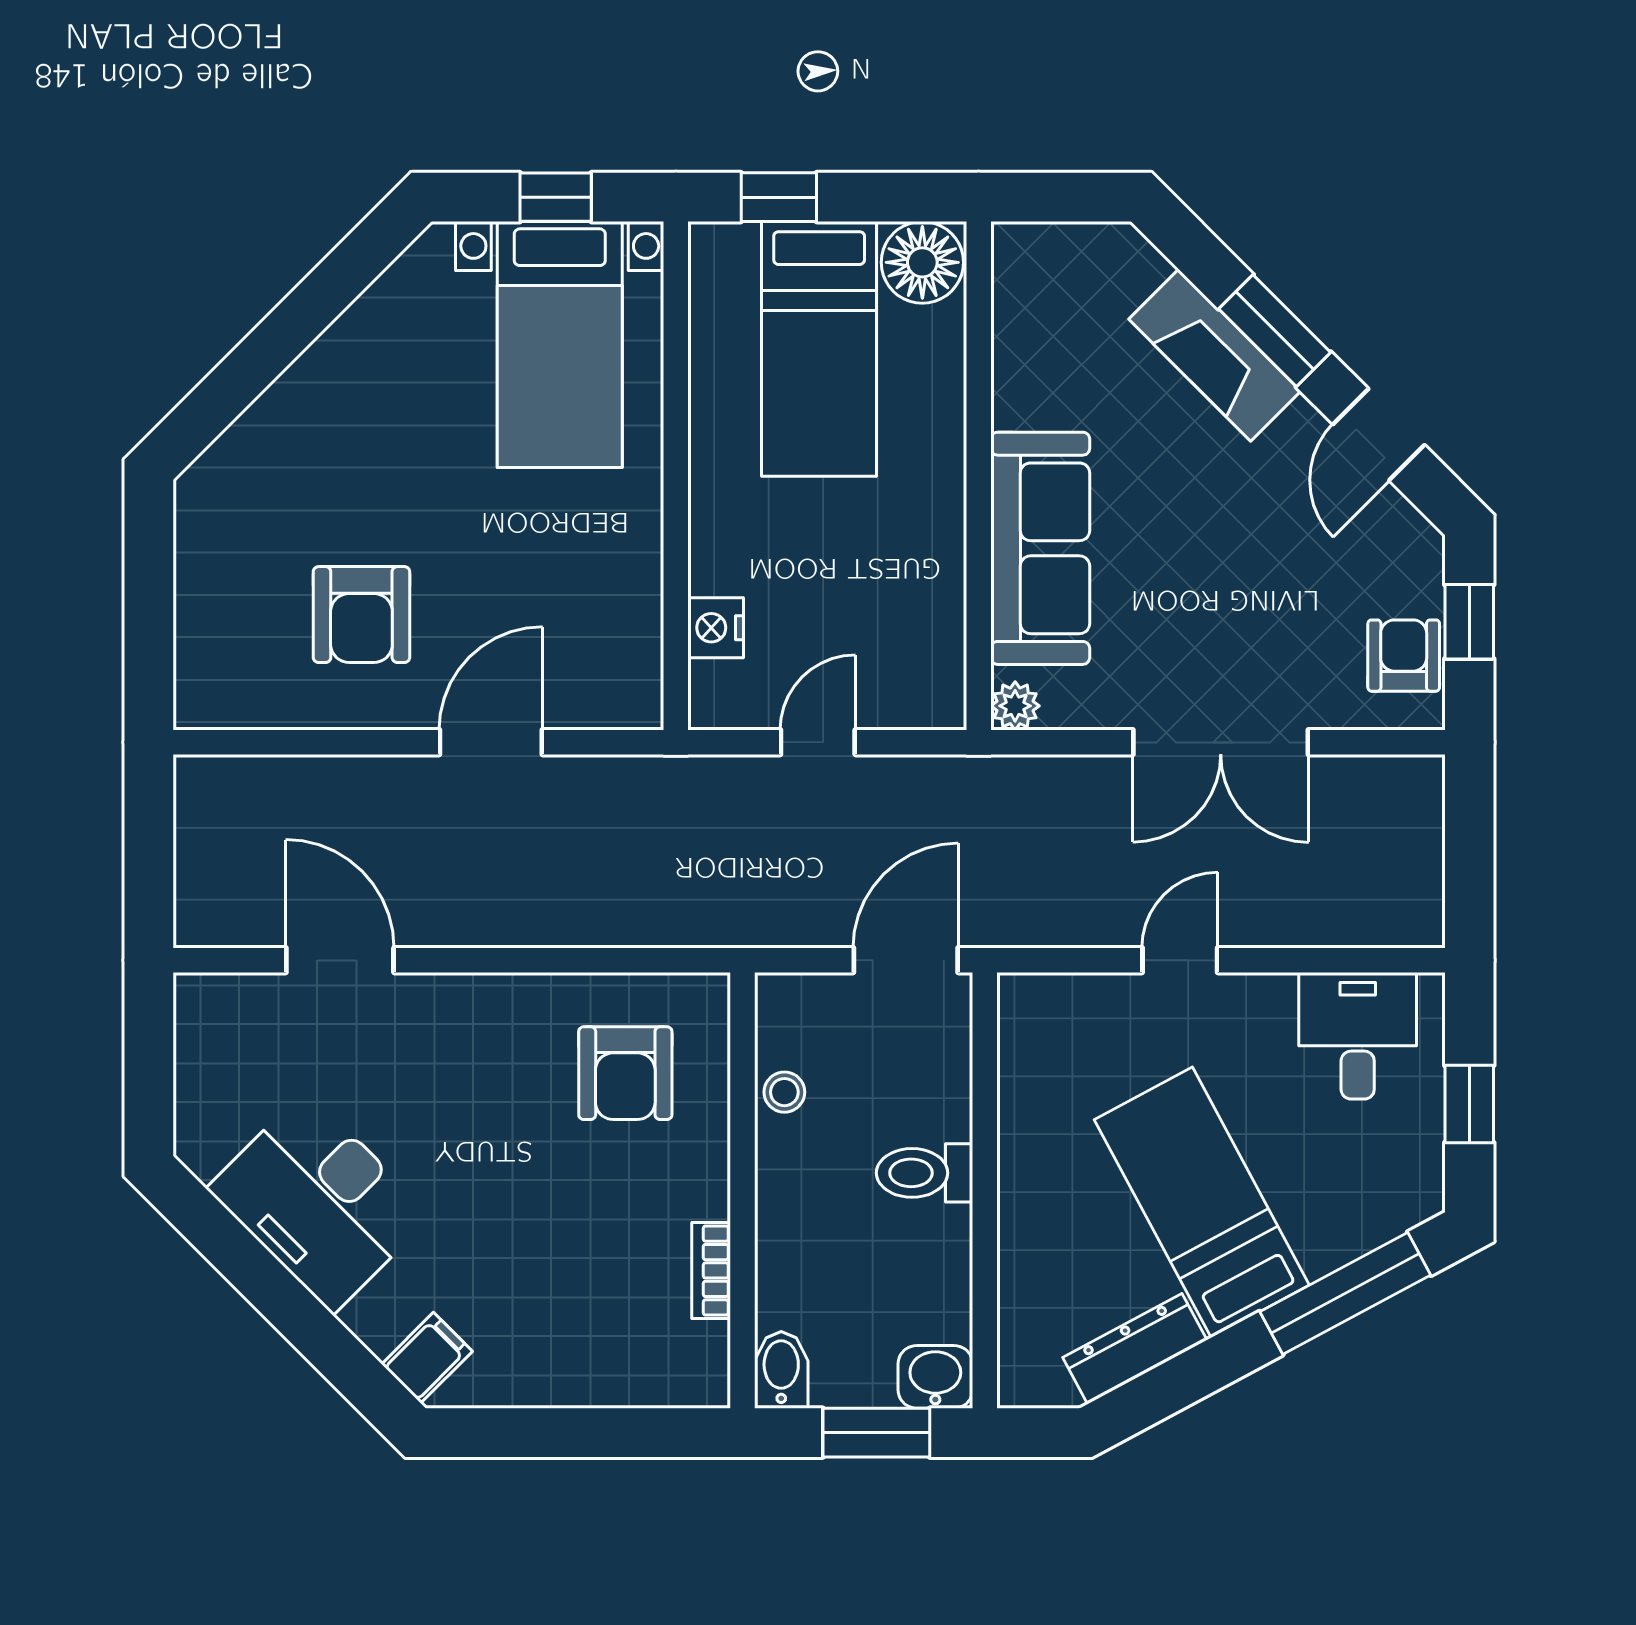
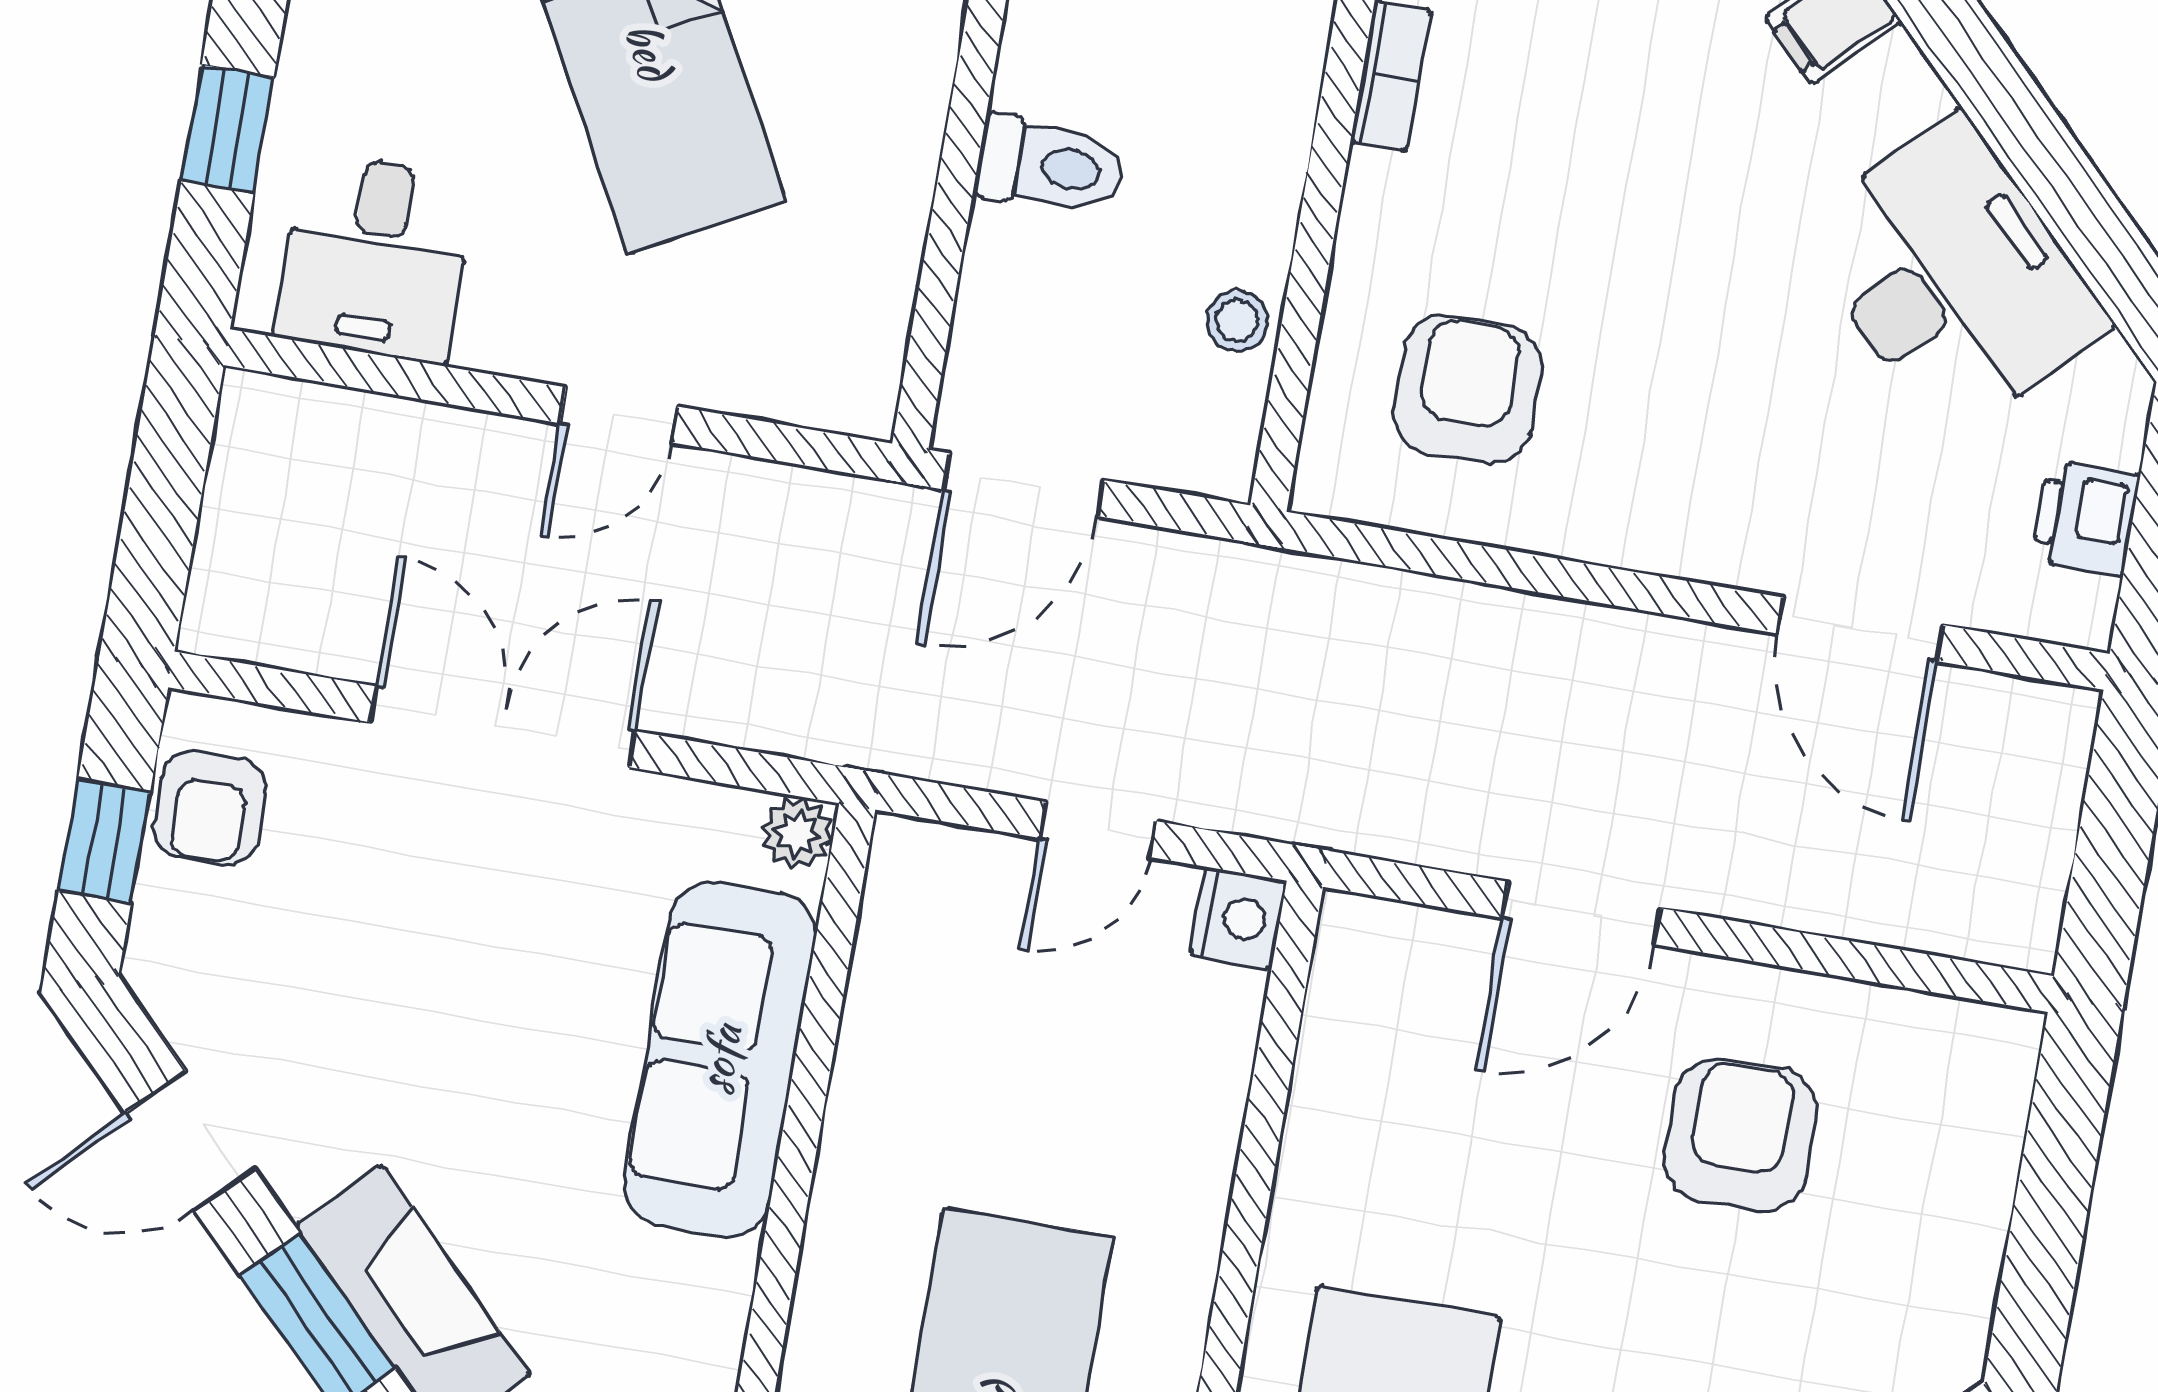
door: (1379, 435) -> (190, 1141), swing flipped
nightstand: (716, 628) -> (1238, 918), moved
printer: (205, 1059) -> (2086, 518), added

